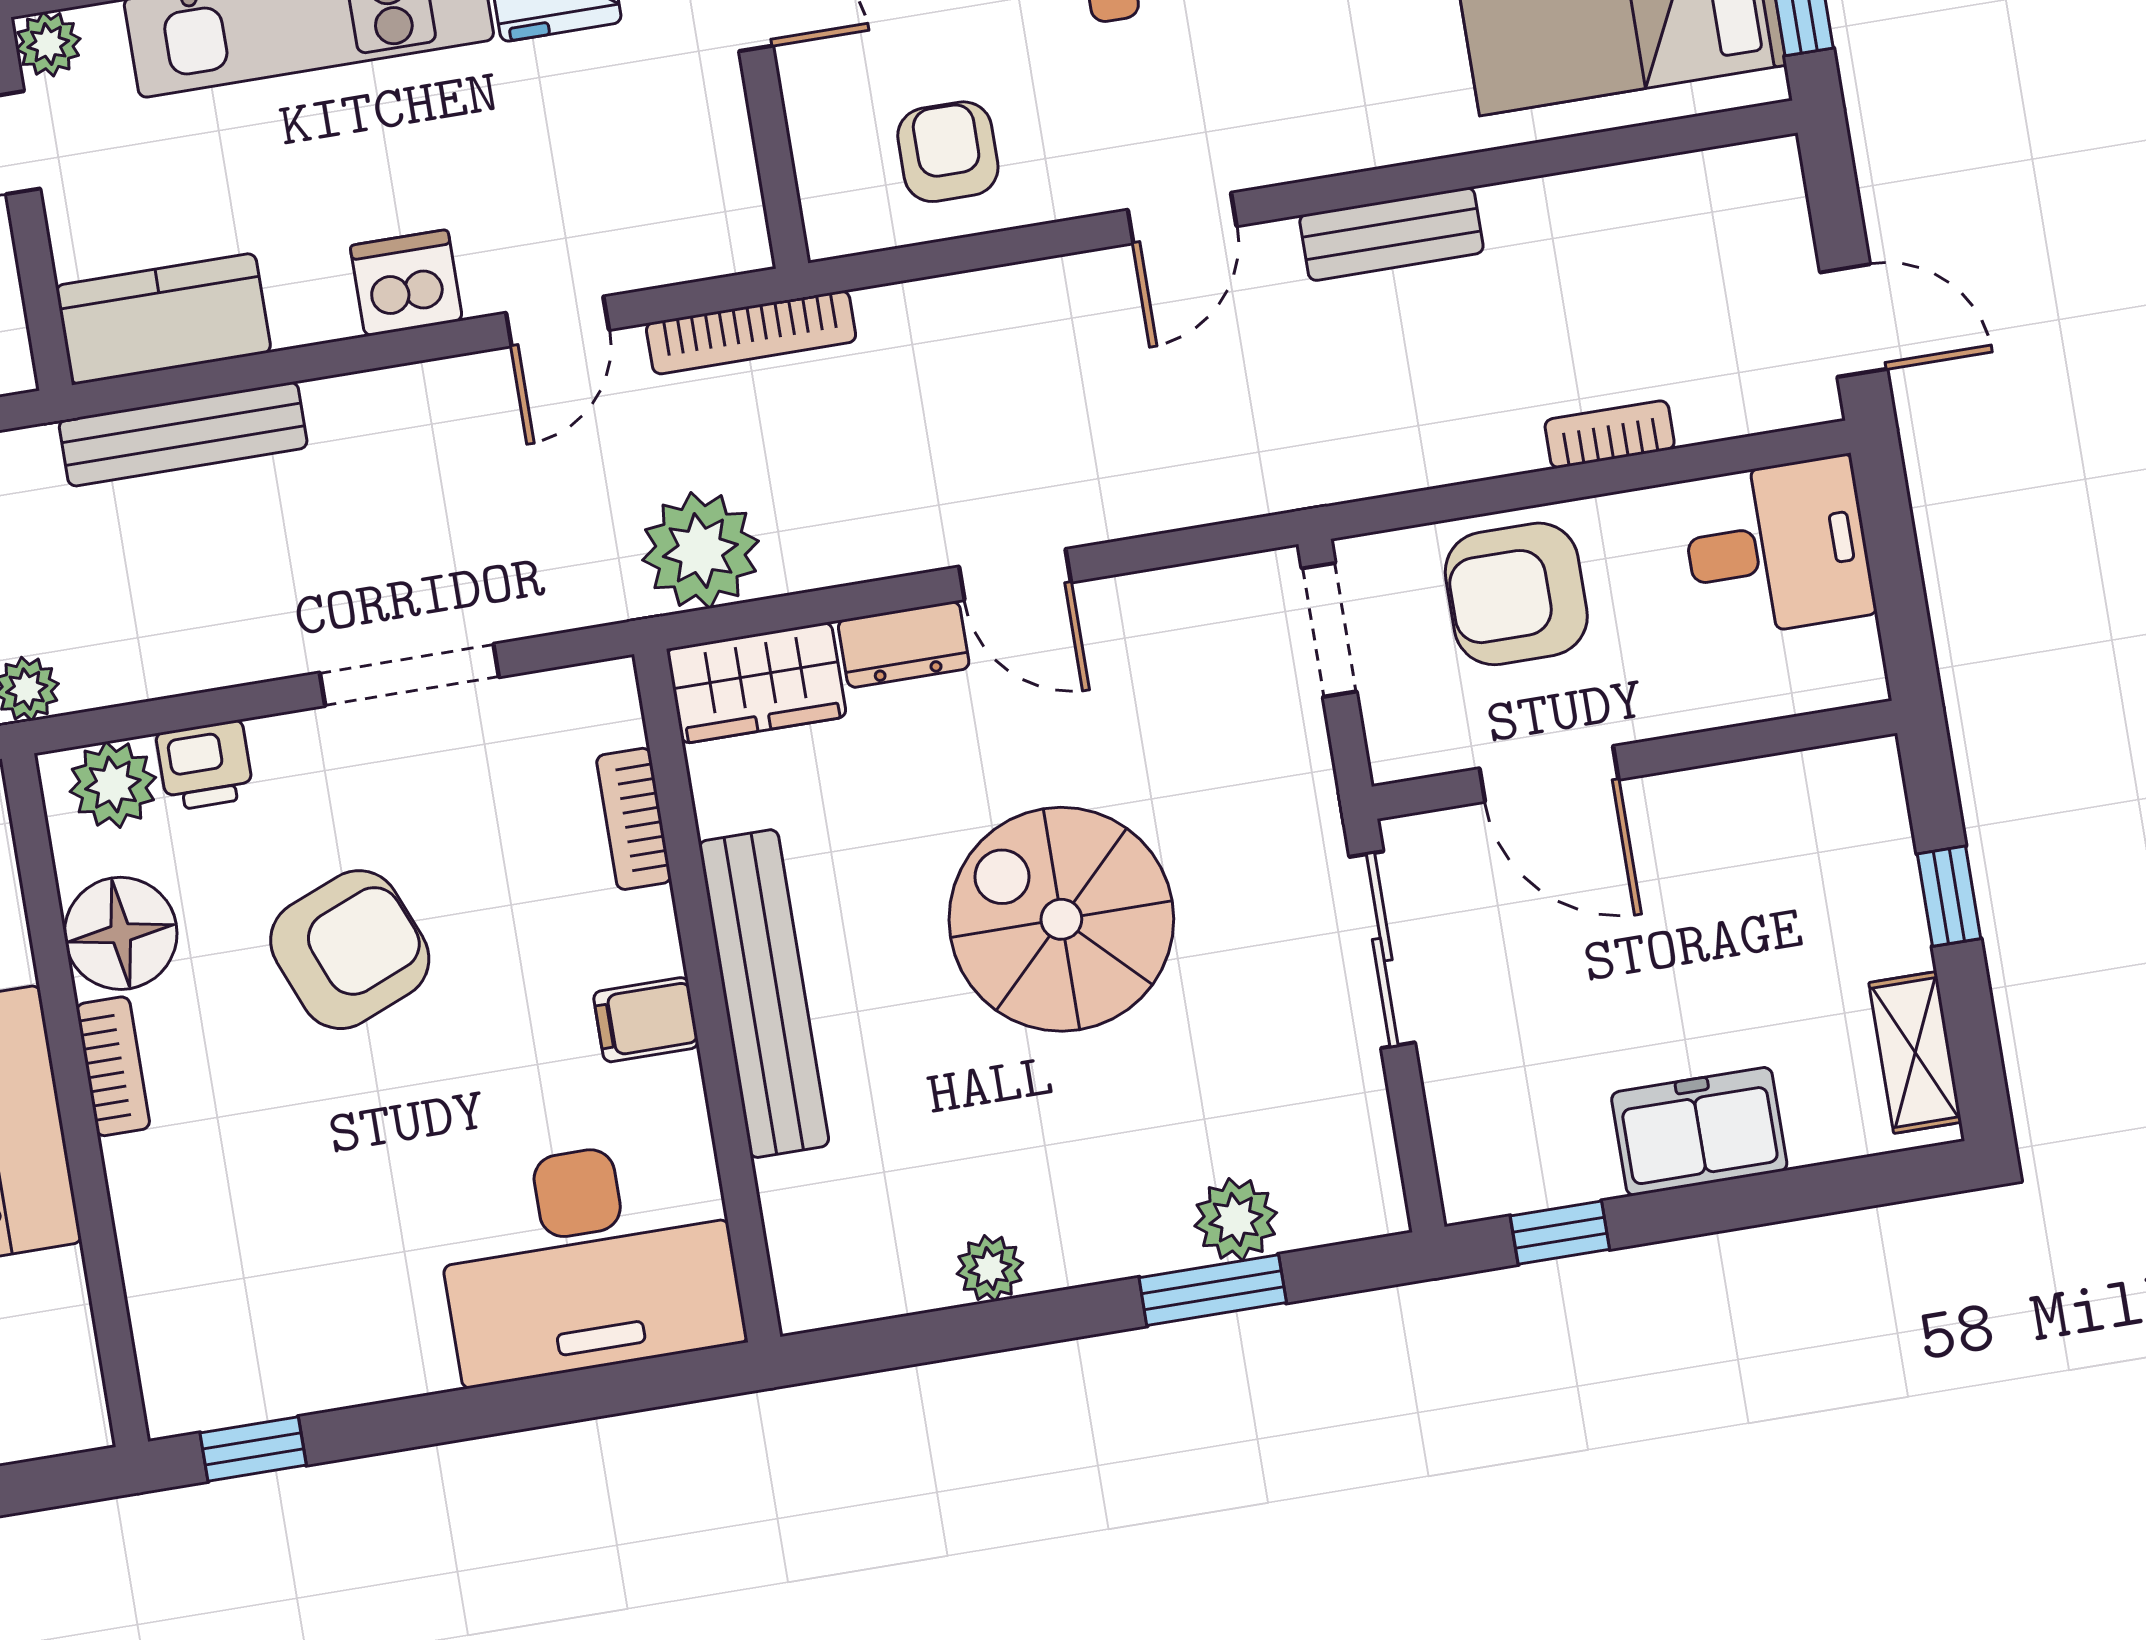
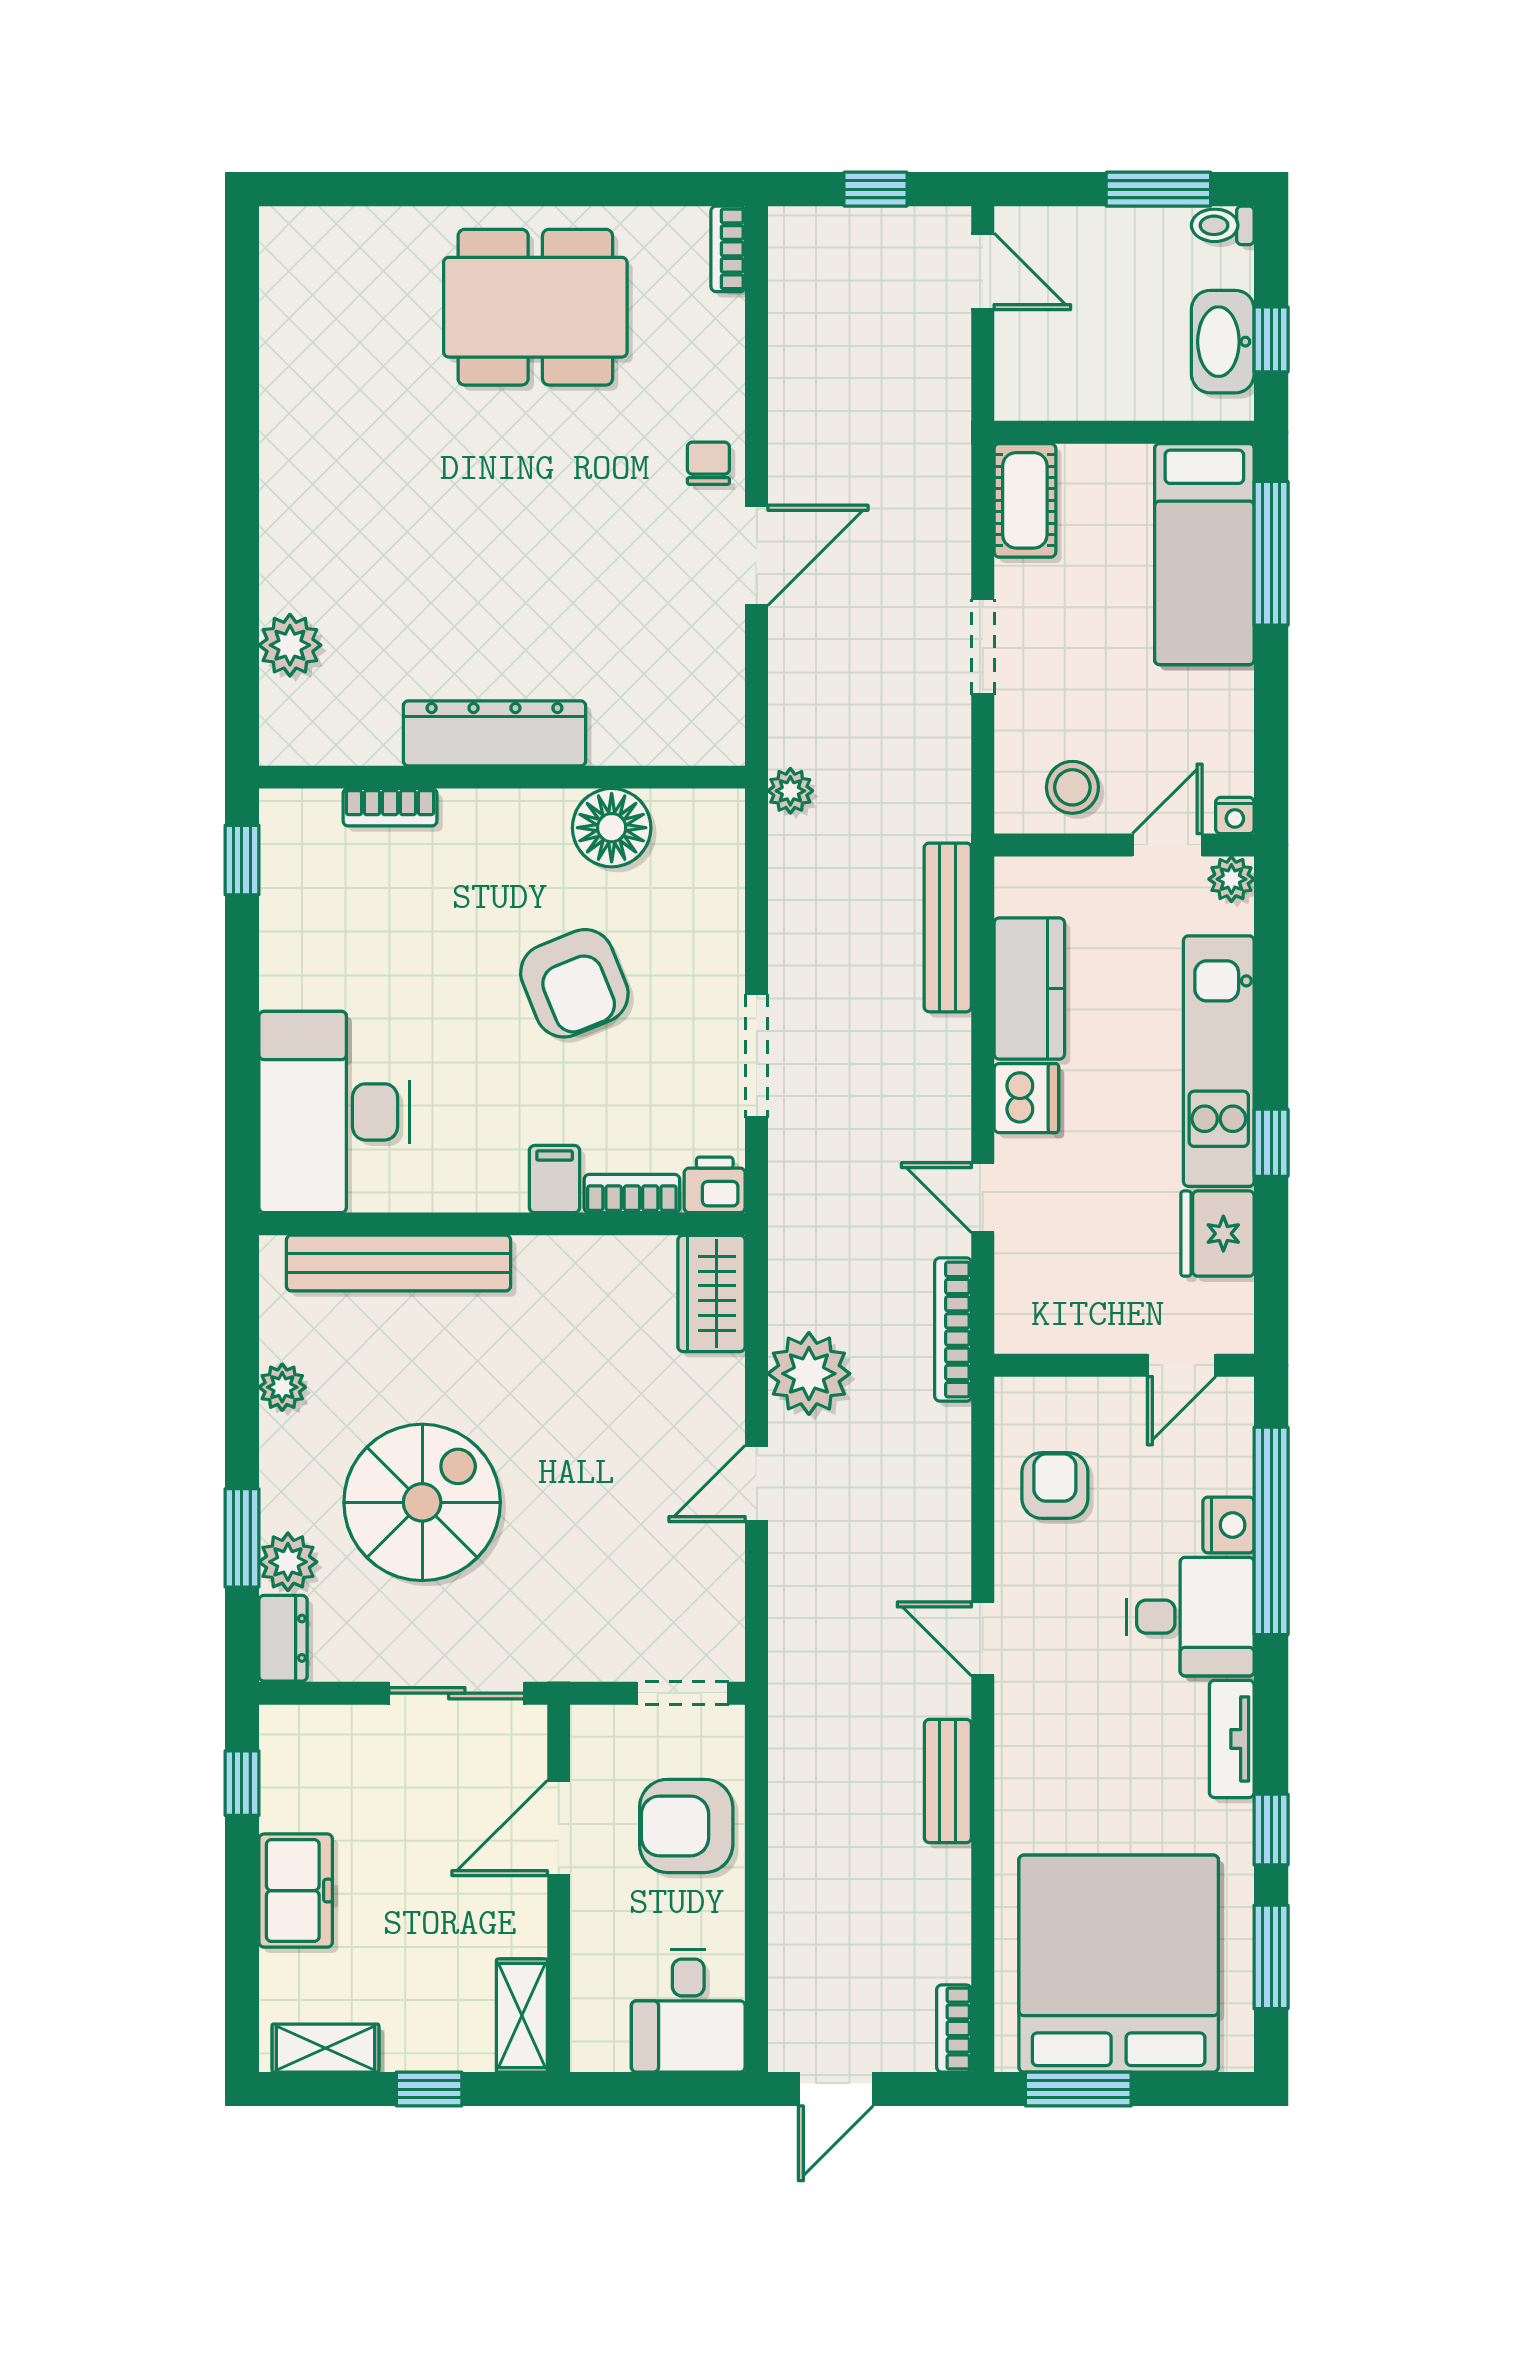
armchair: (948, 152) -> (1055, 1485), turned -90
kitchen counter: (163, 319) -> (1029, 989), moved
bookcase: (1610, 434) -> (954, 2029), moved, turned 180
plant: (700, 550) -> (809, 1374), moved
armchair: (1516, 594) -> (686, 1826), turned -90
dresser: (904, 644) -> (283, 1638), moved, turned 180
printer: (205, 765) -> (715, 1185), moved, turned 90
shelving: (1823, 782) -> (522, 2016), added
plant: (113, 785) -> (715, 839), removed
spiral stairs: (1061, 919) -> (422, 1502), moved
bench: (764, 994) -> (399, 1263), moved
filing cabinet: (646, 1020) -> (555, 1179), moved
bookcase: (113, 1066) -> (390, 807), moved

